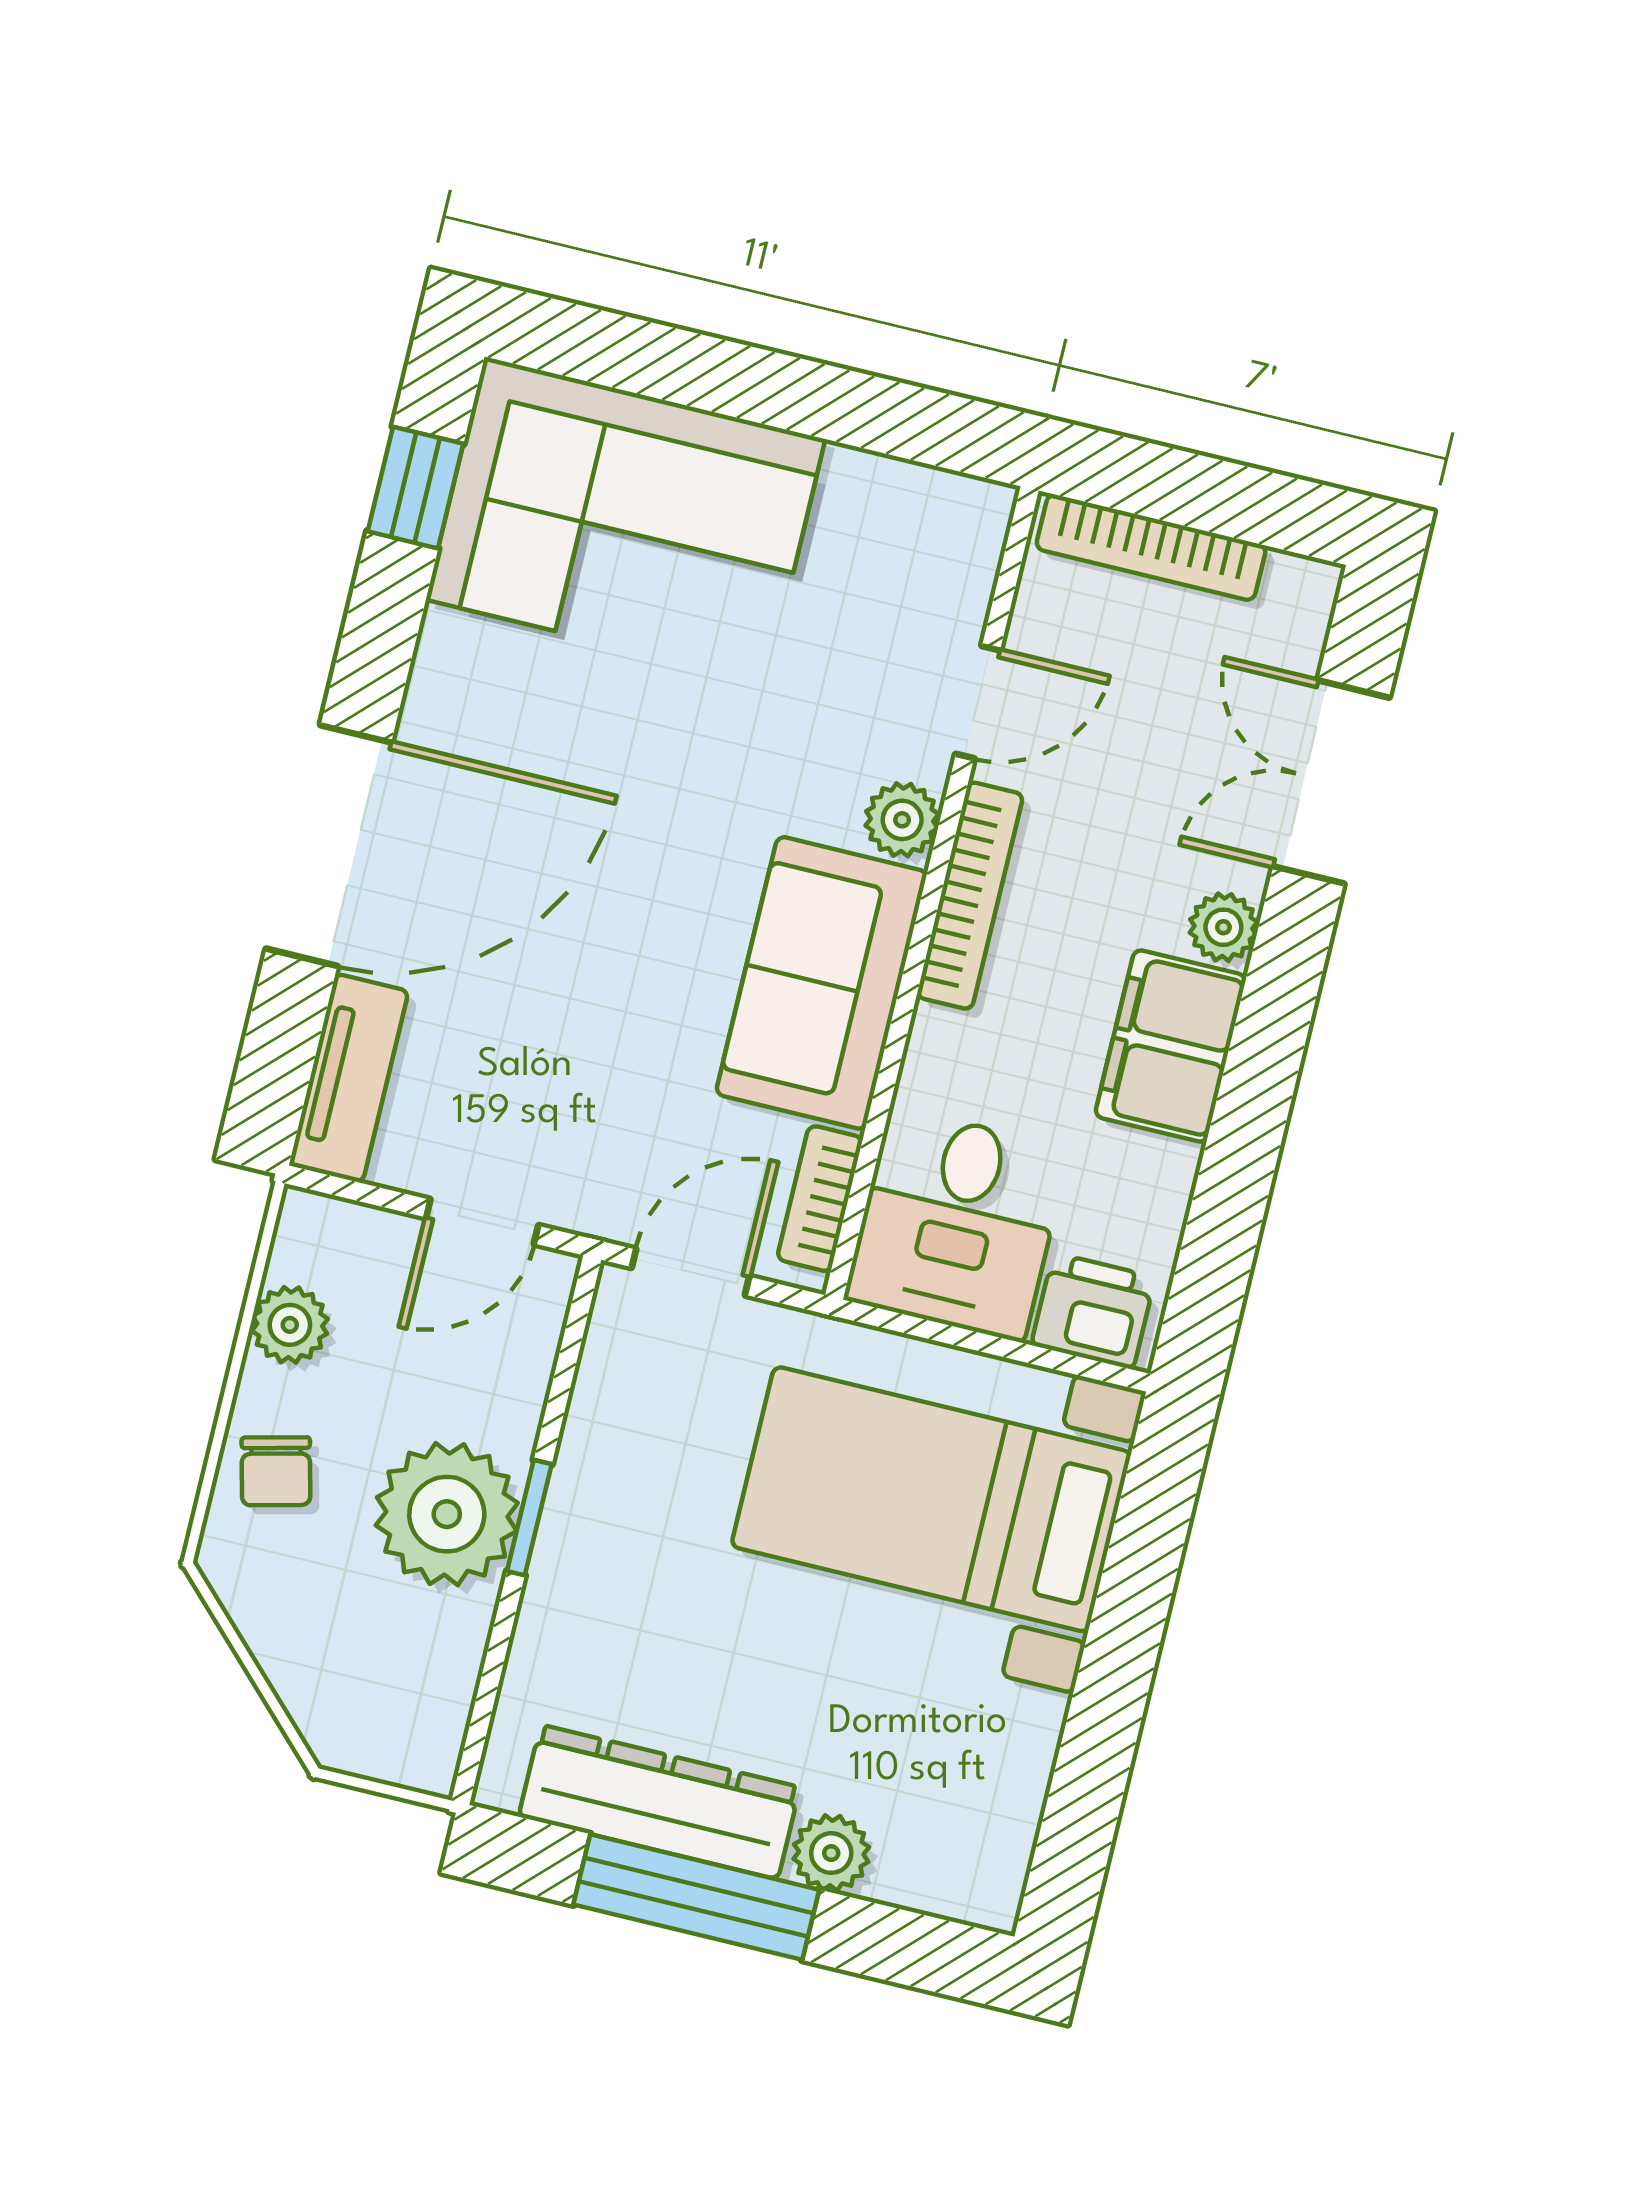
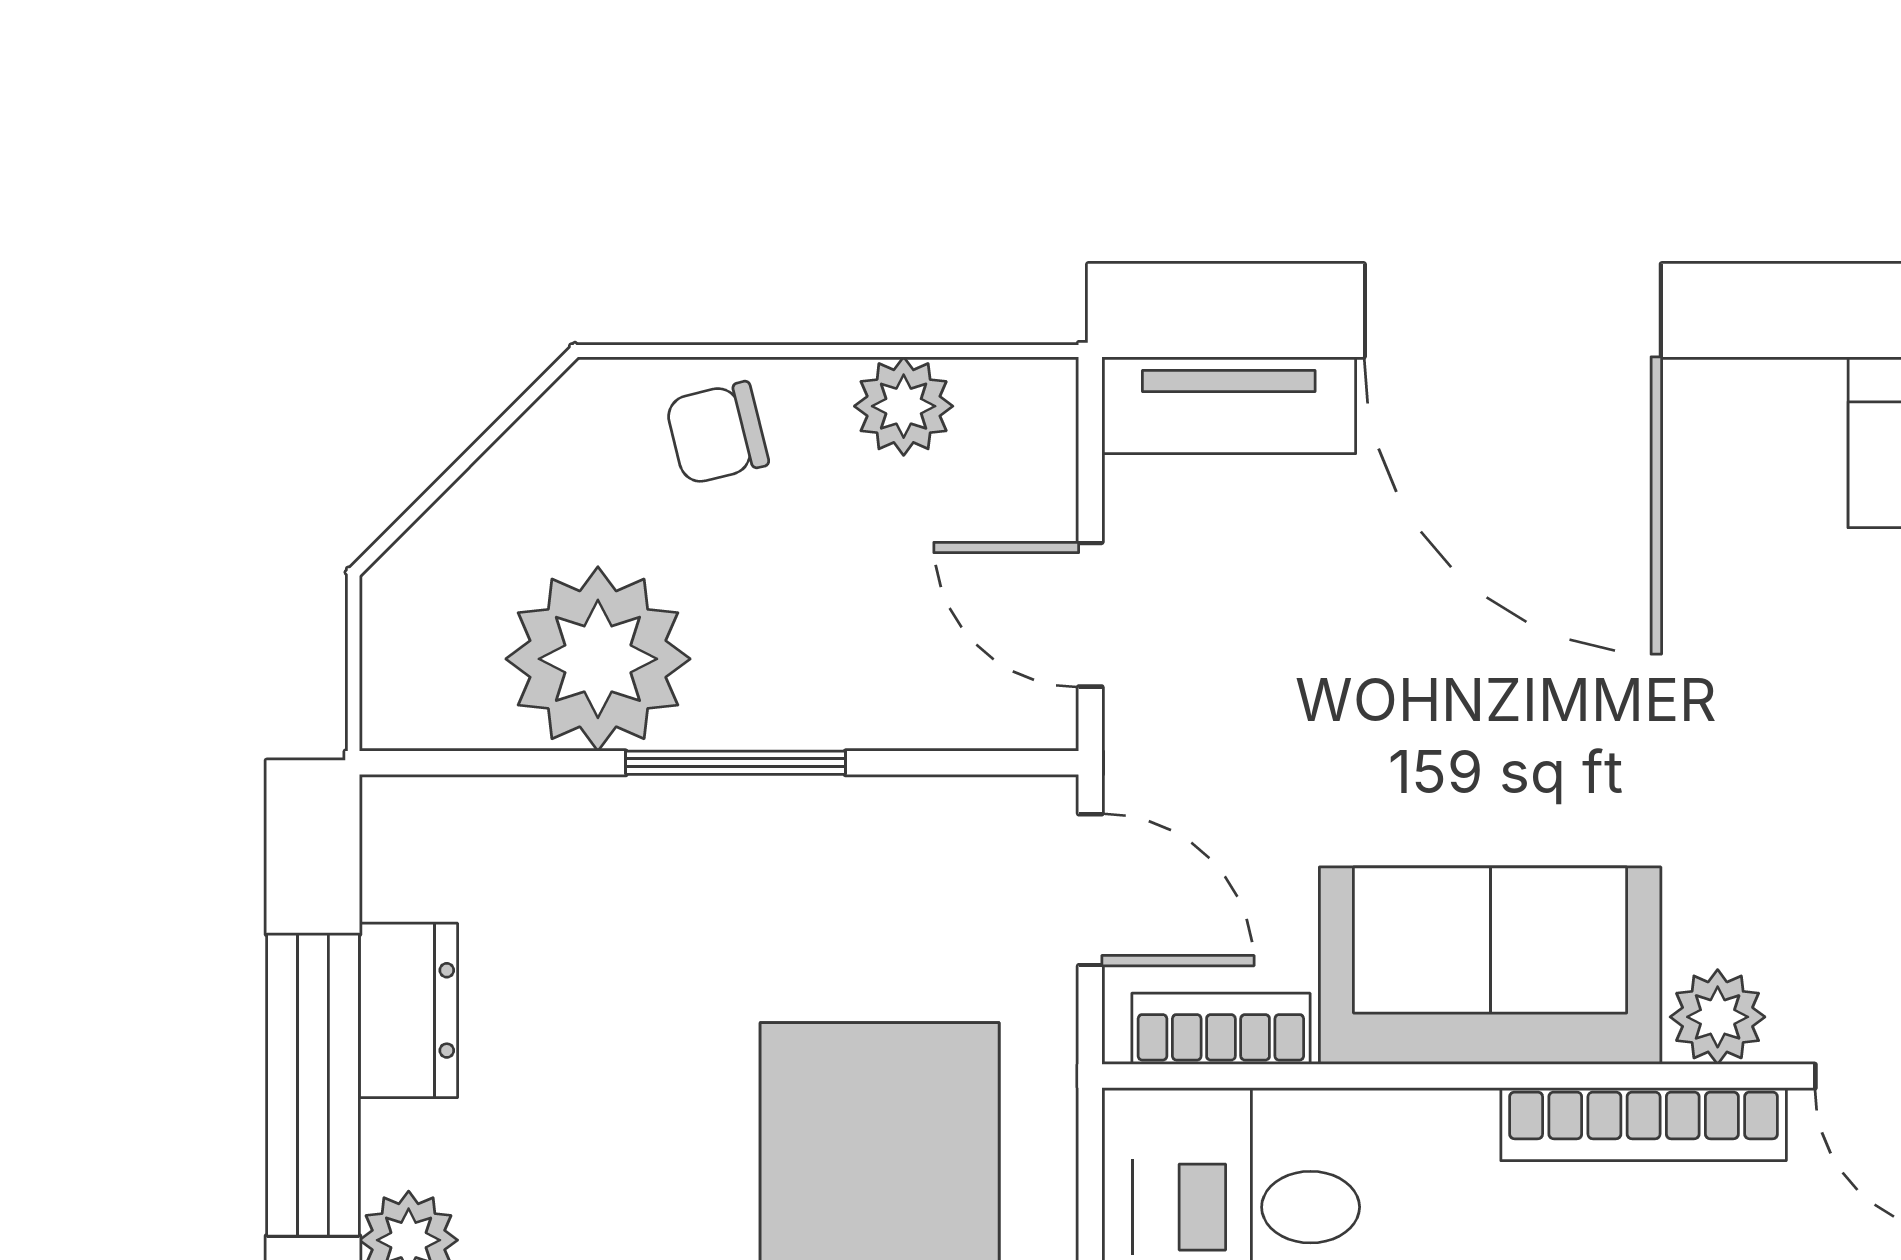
plant: (447, 1514) -> (598, 659), moved
window: (529, 1518) -> (736, 763), width x1.50
dresser: (659, 1802) -> (408, 1010), width x0.51, depth x0.80

